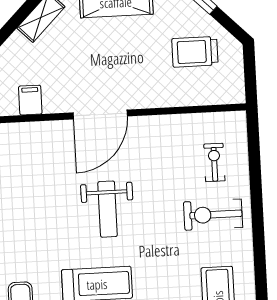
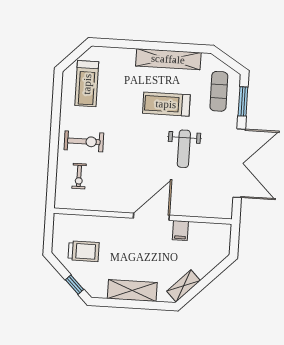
filing cabinet: (30, 100) -> (180, 231), moved
weight bench: (108, 209) -> (184, 149), moved, turned 180

